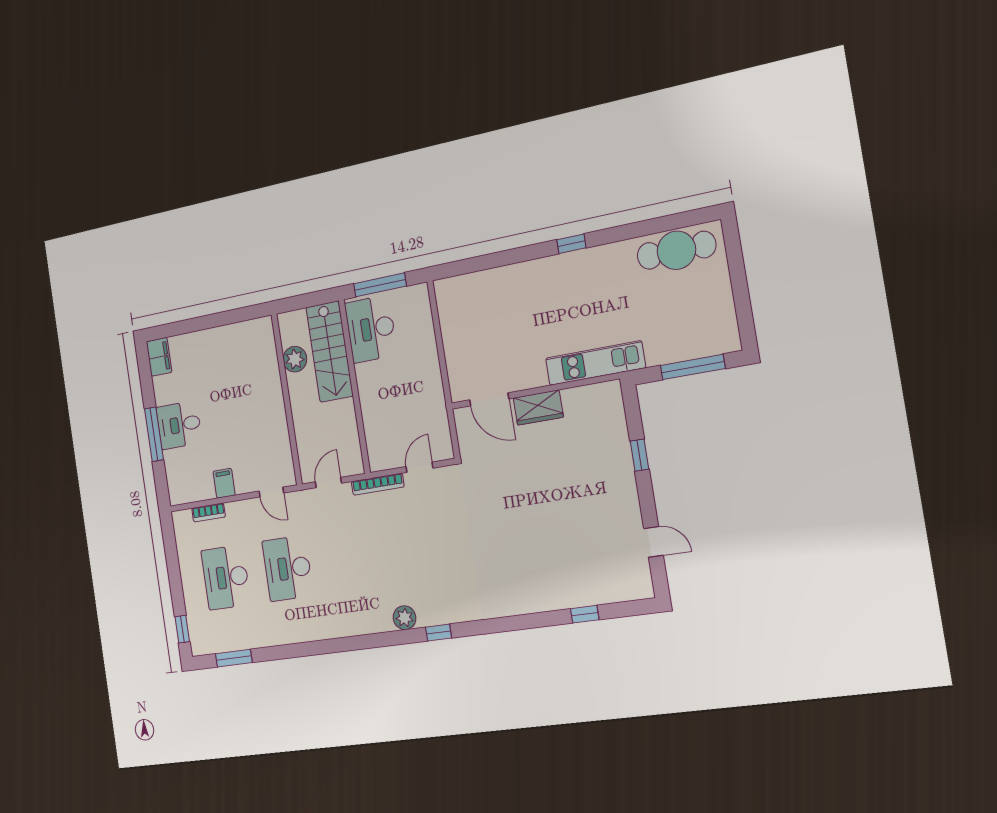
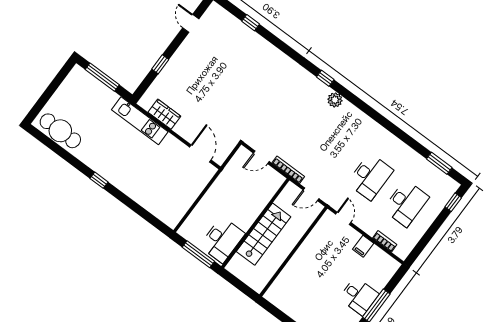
stairs: (330, 352) -> (264, 234), moved
plant: (295, 359) -> (271, 265), removed
wardrobe: (538, 407) -> (164, 114), moved

